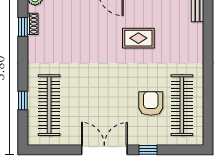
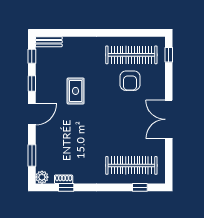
window: (23, 101) -> (140, 187), moved
armchair: (151, 103) -> (130, 81), turned -90
window: (148, 150) -> (169, 55), moved

